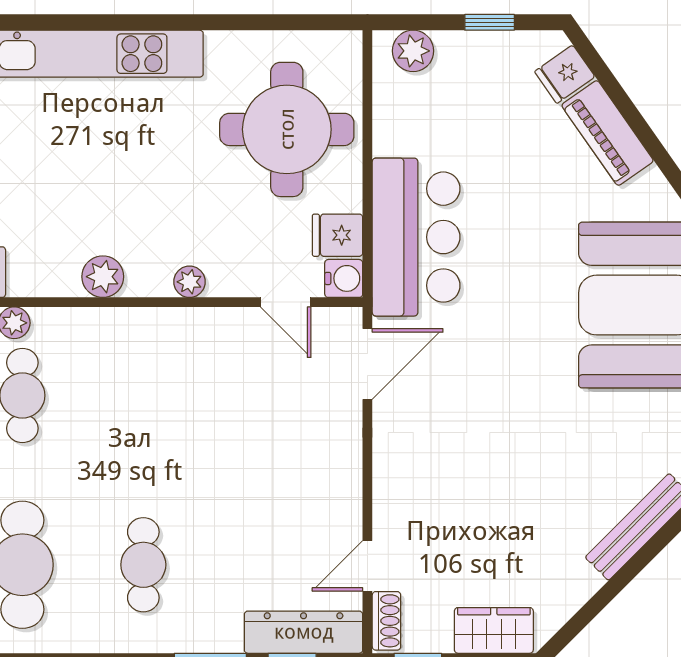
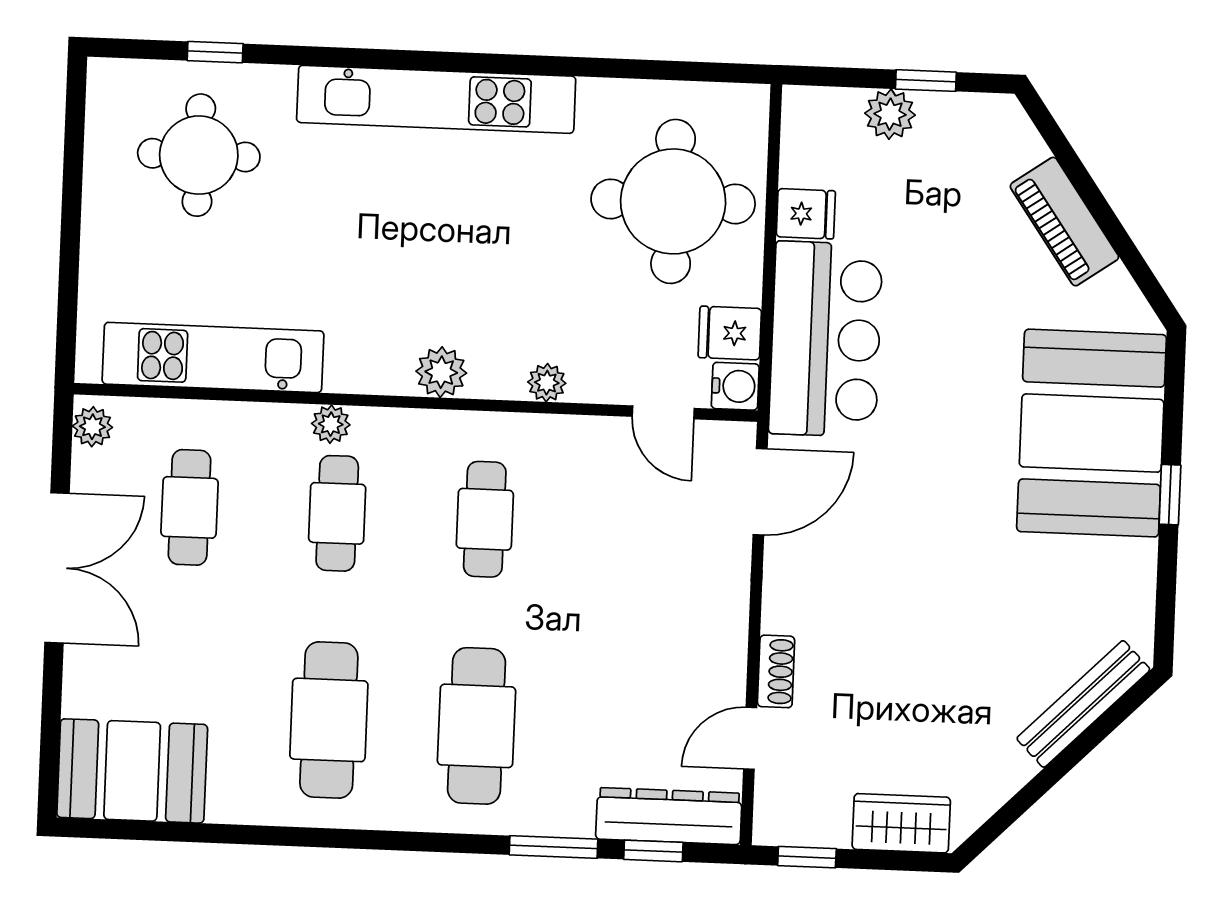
plant: (413, 51) -> (890, 114), moved
fridge: (565, 74) -> (806, 214), moved, turned -145
cafe table: (143, 395) -> (485, 519), added
cafe table: (143, 565) -> (476, 726), width x1.37, depth x1.35
shoe rack: (386, 621) -> (776, 671), moved

